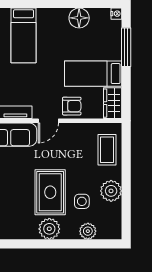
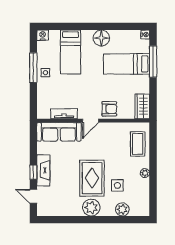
floor lamp: (79, 18) -> (101, 38), moved
bed: (93, 74) -> (127, 64), moved
plant: (111, 191) -> (145, 173), width x0.53, depth x0.53

